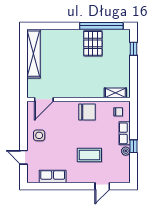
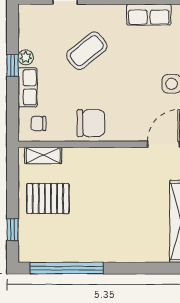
pallet: (93, 43) -> (48, 199), moved, turned 90
chair: (87, 112) -> (91, 123), turned 180
coffee table: (89, 155) -> (87, 51), turned -39

